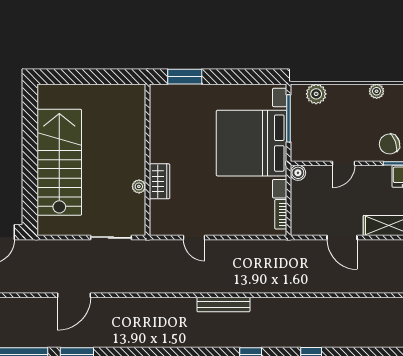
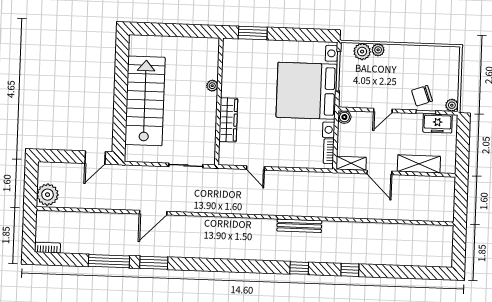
plant: (377, 91) -> (378, 50), moved
wardrobe: (159, 181) -> (228, 120), width x1.50
plant: (139, 186) -> (212, 86), moved
shelving: (308, 228) -> (351, 163), added
bench: (223, 305) -> (299, 226), moved

